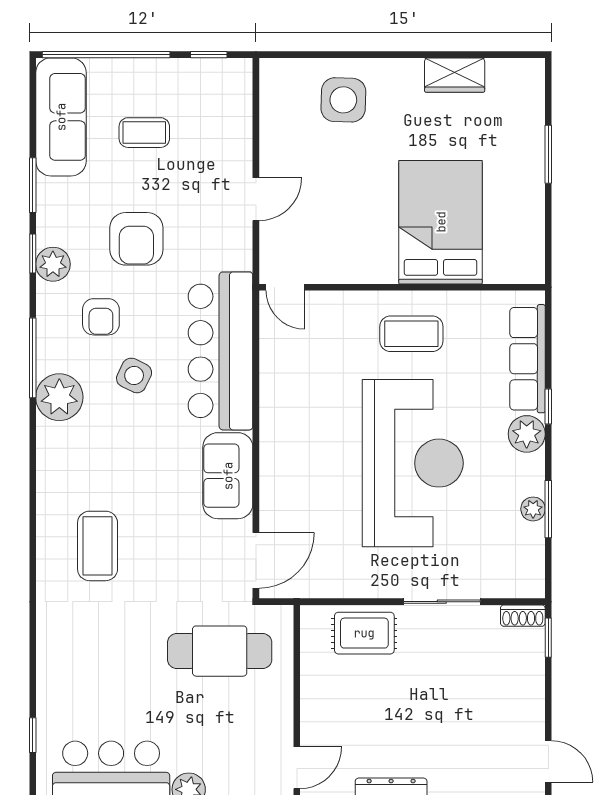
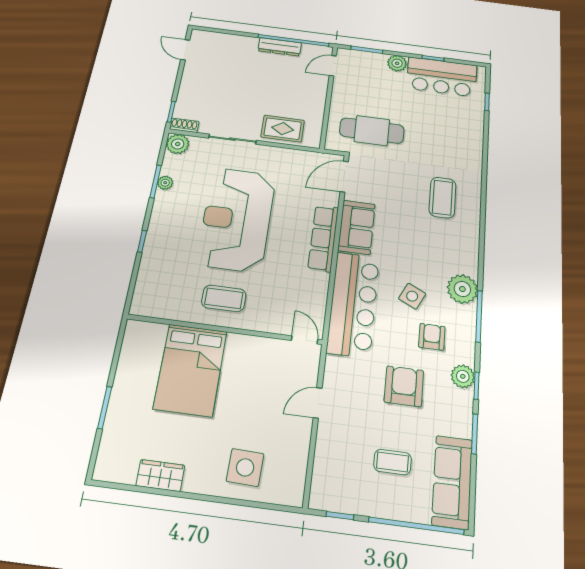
row of seats: (528, 359) -> (323, 238), moved, turned 180
plant: (527, 434) -> (178, 144), moved

